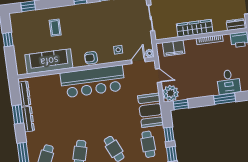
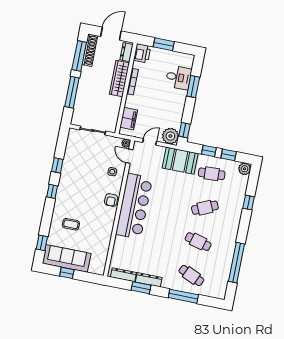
wardrobe: (195, 28) -> (119, 79), moved
sofa: (49, 61) -> (67, 258), moved, turned 90

